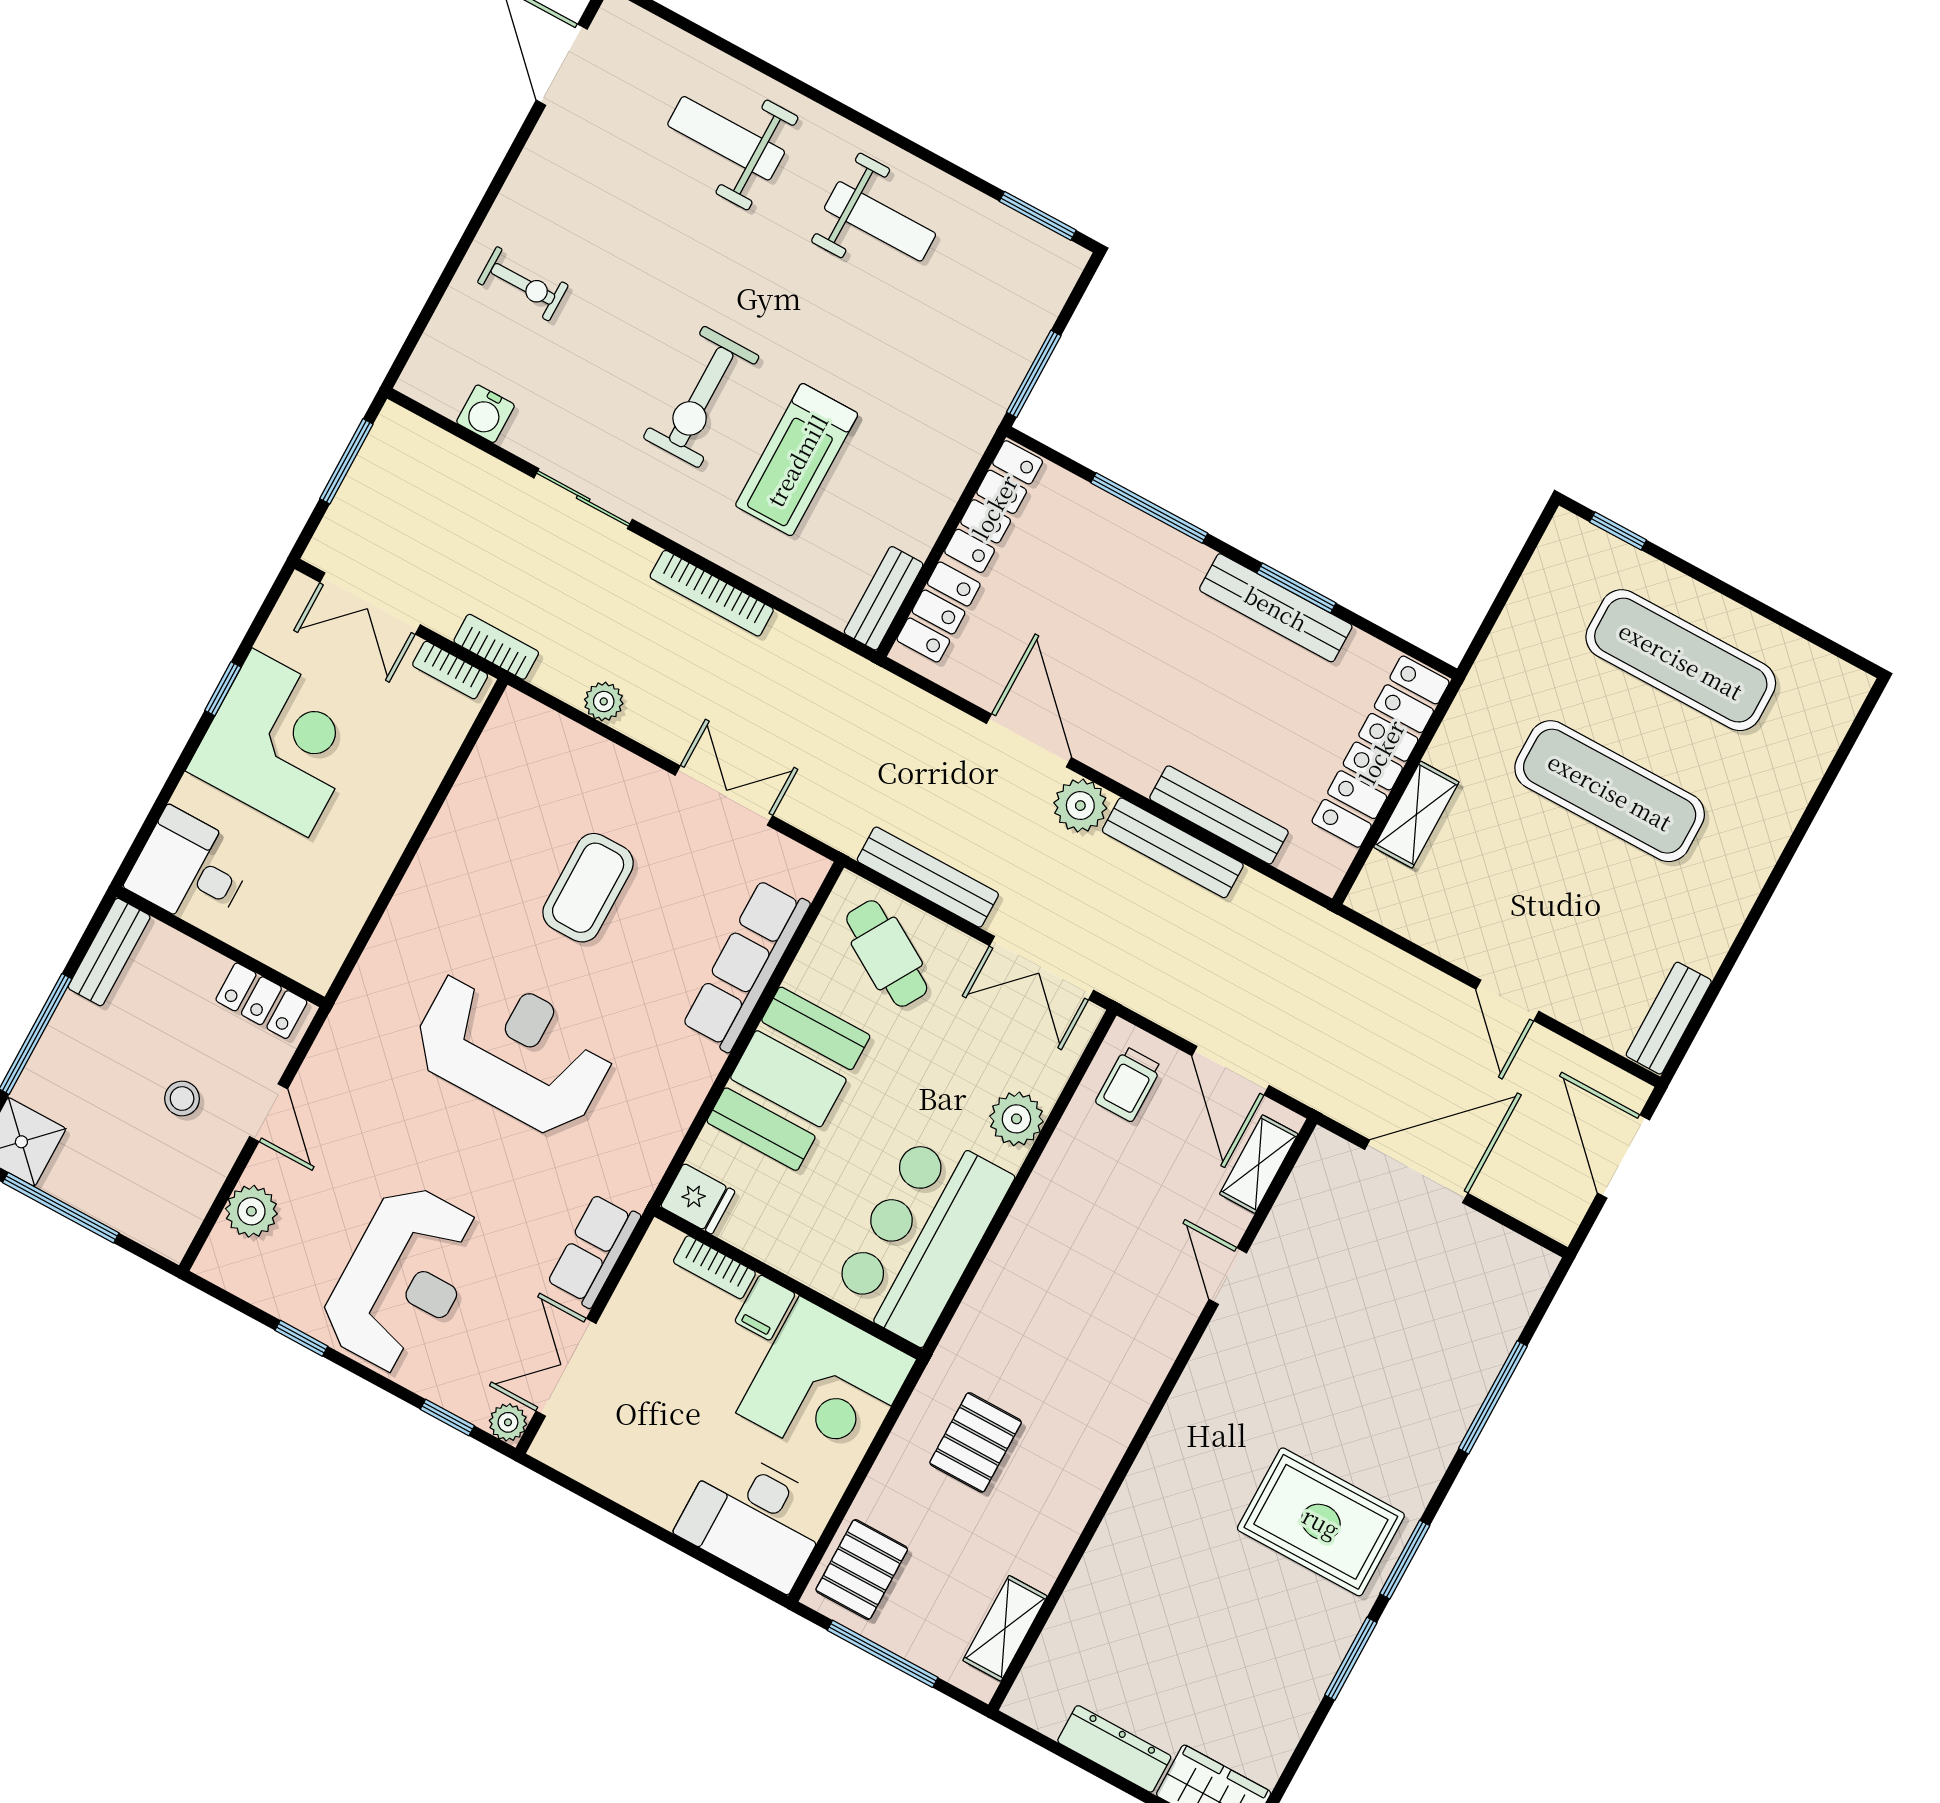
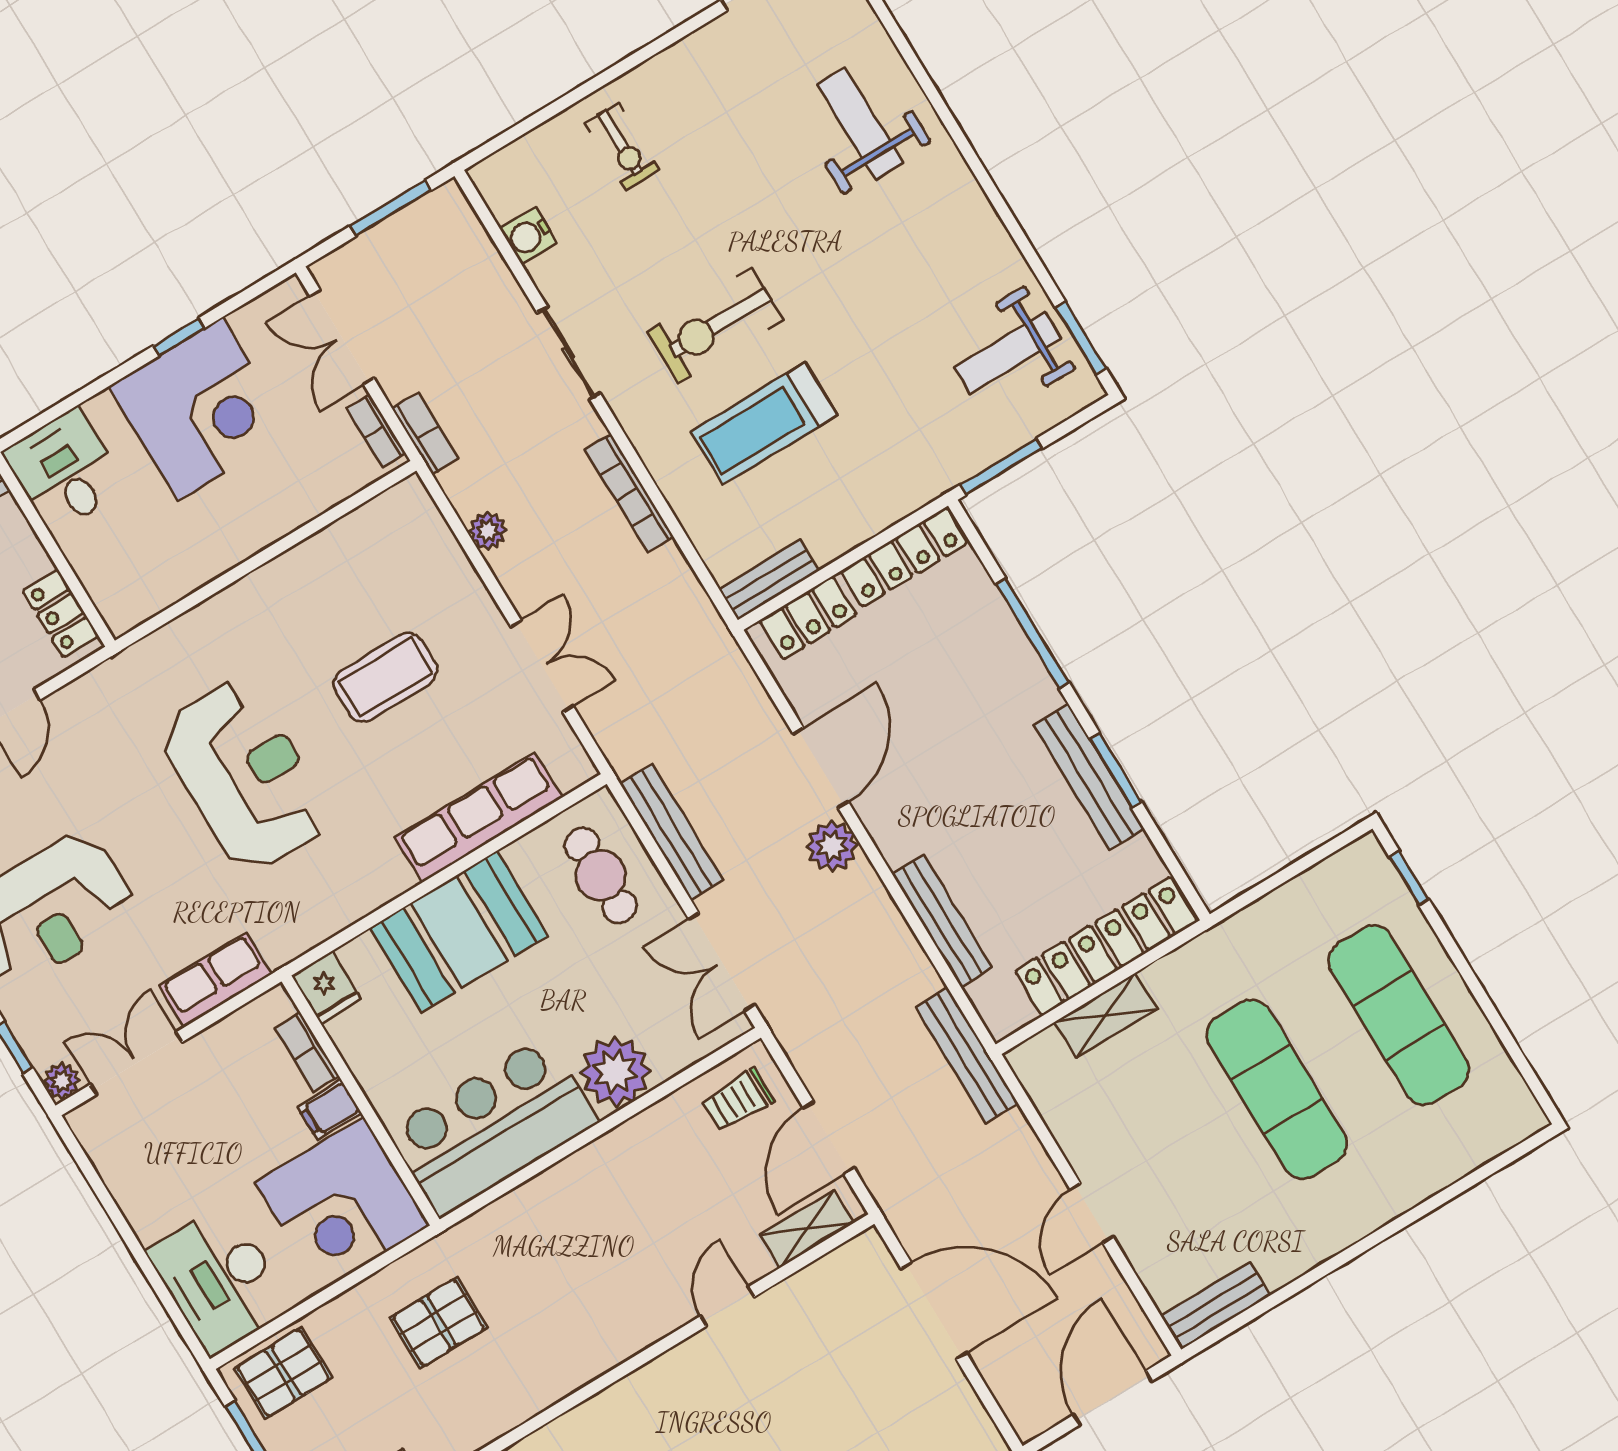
weight bench: (880, 221) -> (1008, 353), moved, turned 90
bench: (1173, 848) -> (967, 1055), moved
cafe table: (887, 954) -> (601, 875), turned -31
plant: (1016, 1119) -> (615, 1072), width x1.36, depth x1.36

